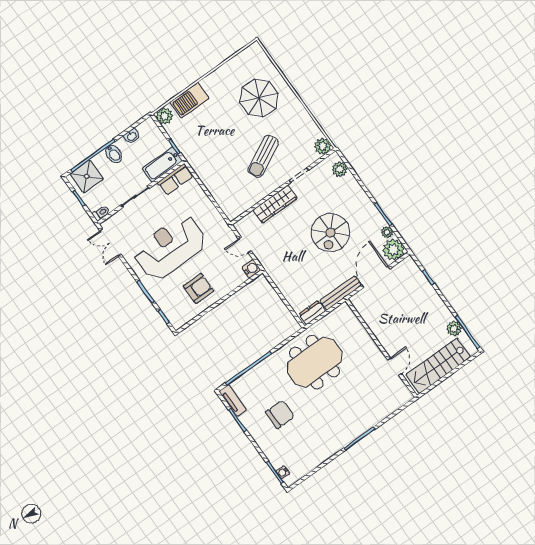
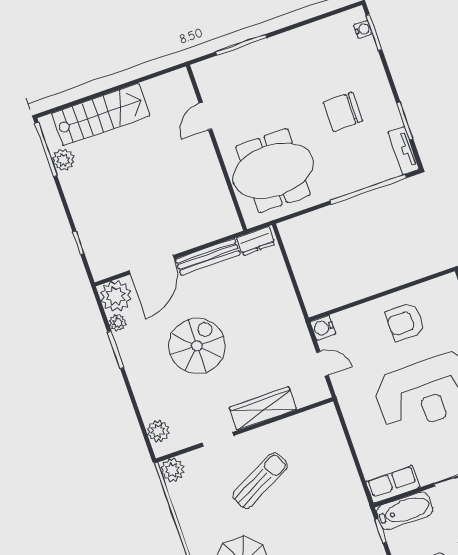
wall: (381, 348) -> (217, 148), moved
door: (395, 367) -> (205, 116), moved

